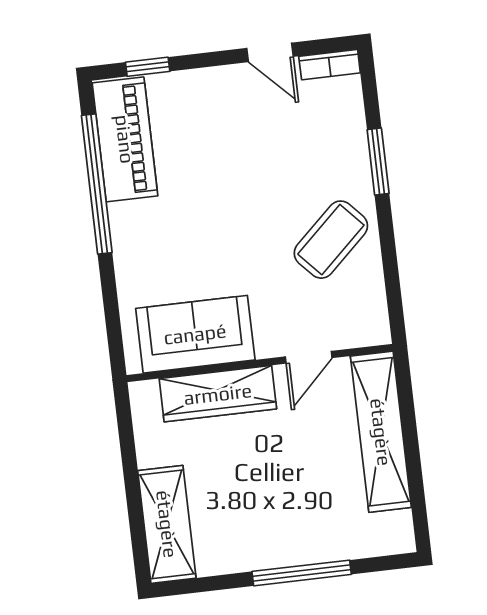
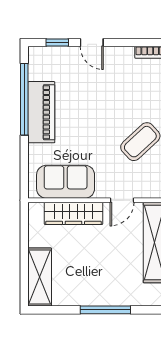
door: (270, 52) -> (92, 43), moved
piano: (125, 139) -> (41, 112), moved

